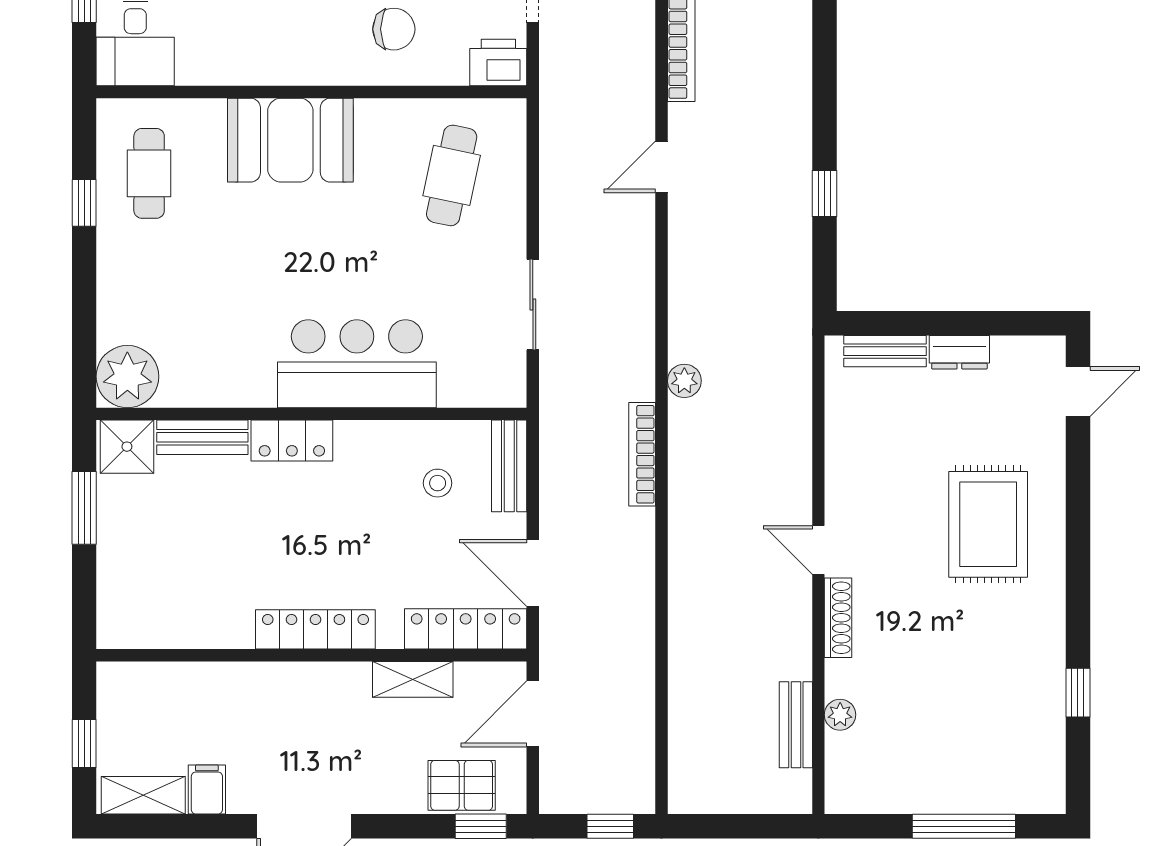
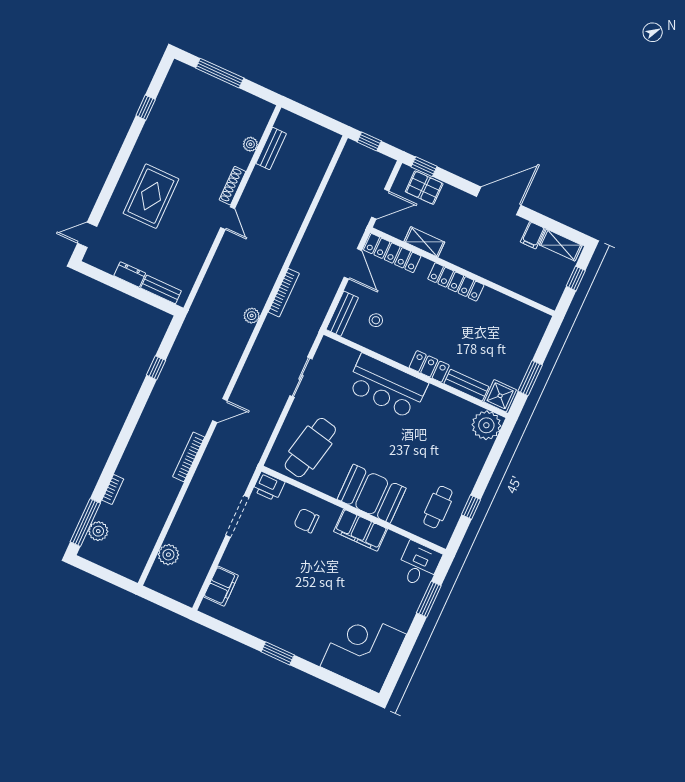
filing cabinet: (280, 59) -> (361, 530), added
cafe table: (452, 175) -> (310, 448), width x1.37, depth x1.35

